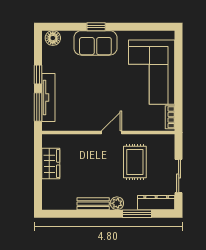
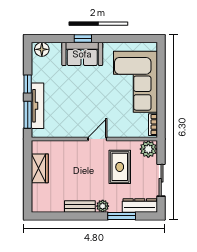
plant: (165, 143) -> (148, 149), added

